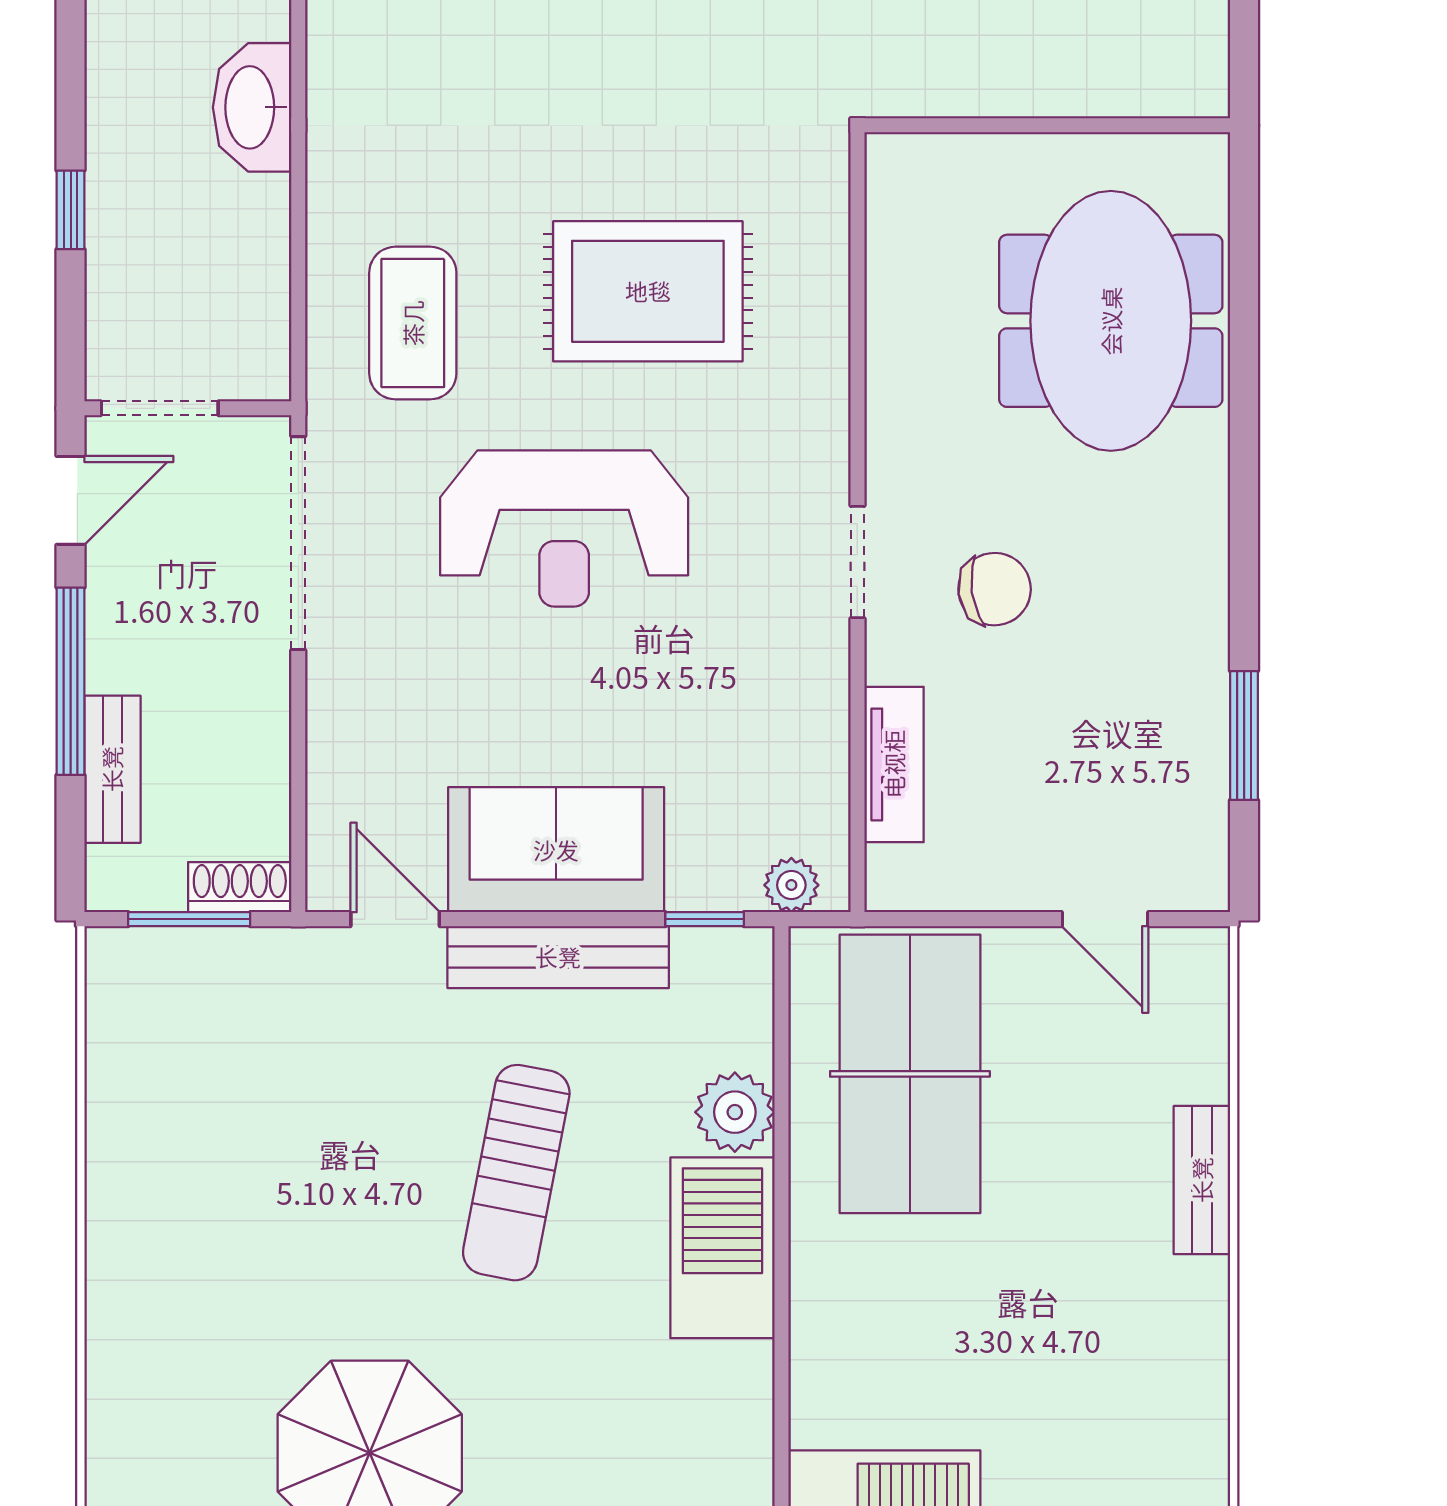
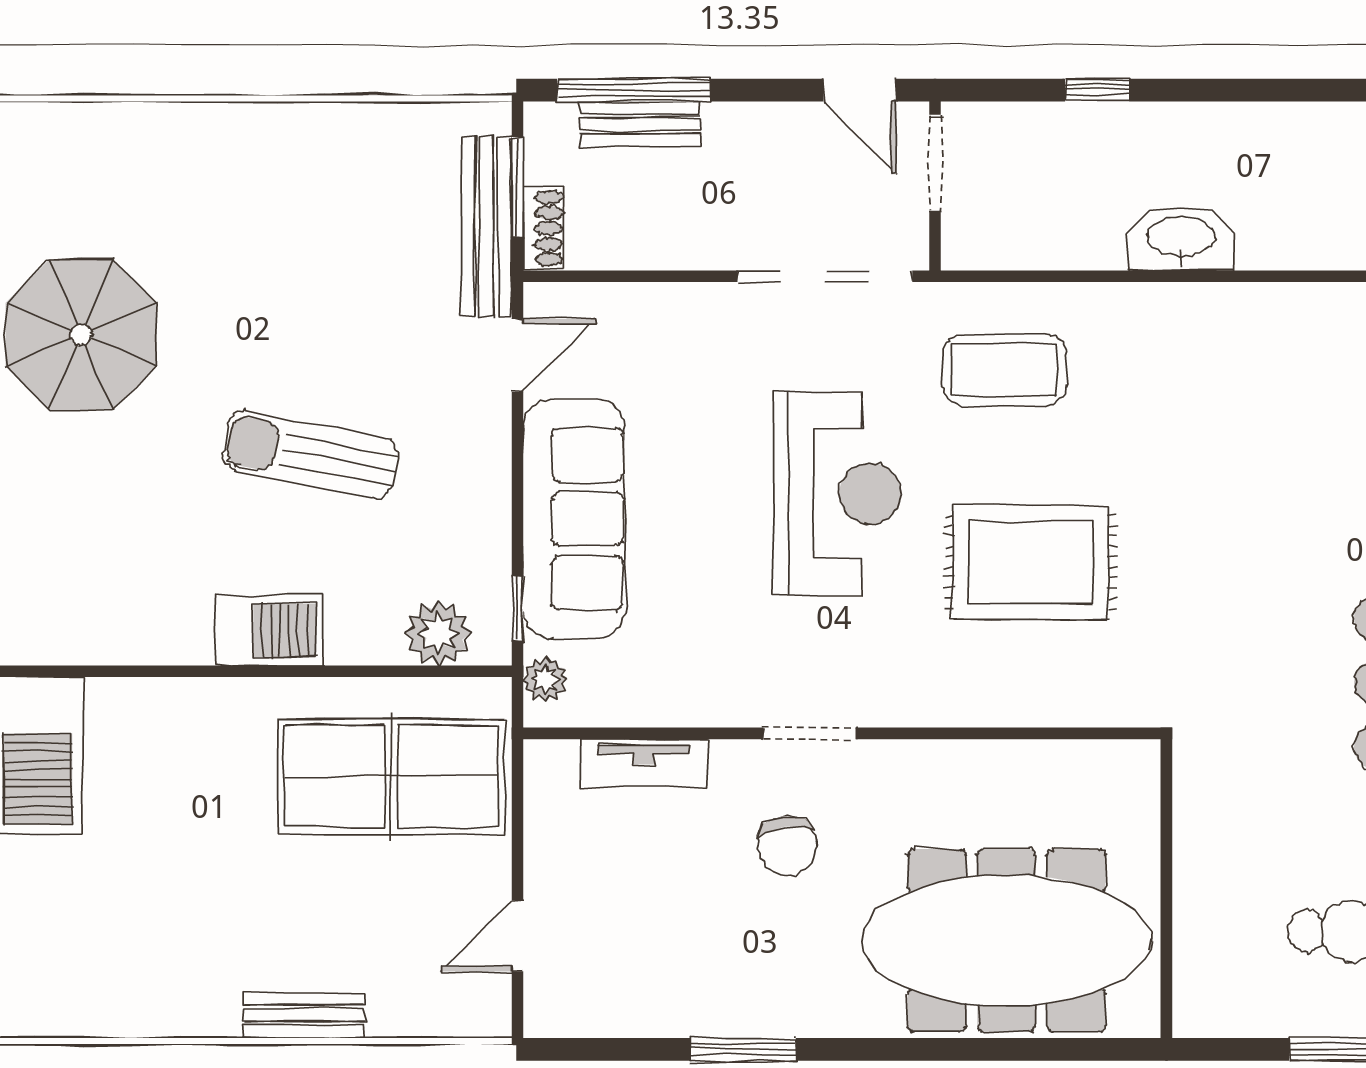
rug: (648, 291) -> (1031, 562), turned 90
meeting table: (1111, 321) -> (1007, 940), width x1.36
reception desk: (564, 529) -> (837, 494), turned 180
window: (71, 681) -> (634, 90), moved
window: (1244, 736) -> (743, 1049), moved
sofa: (556, 850) -> (574, 519), width x1.36
bench: (558, 957) -> (486, 227), moved
plant: (735, 1112) -> (438, 633), moved
barbecue: (722, 1248) -> (269, 630), width x0.73, depth x0.83

